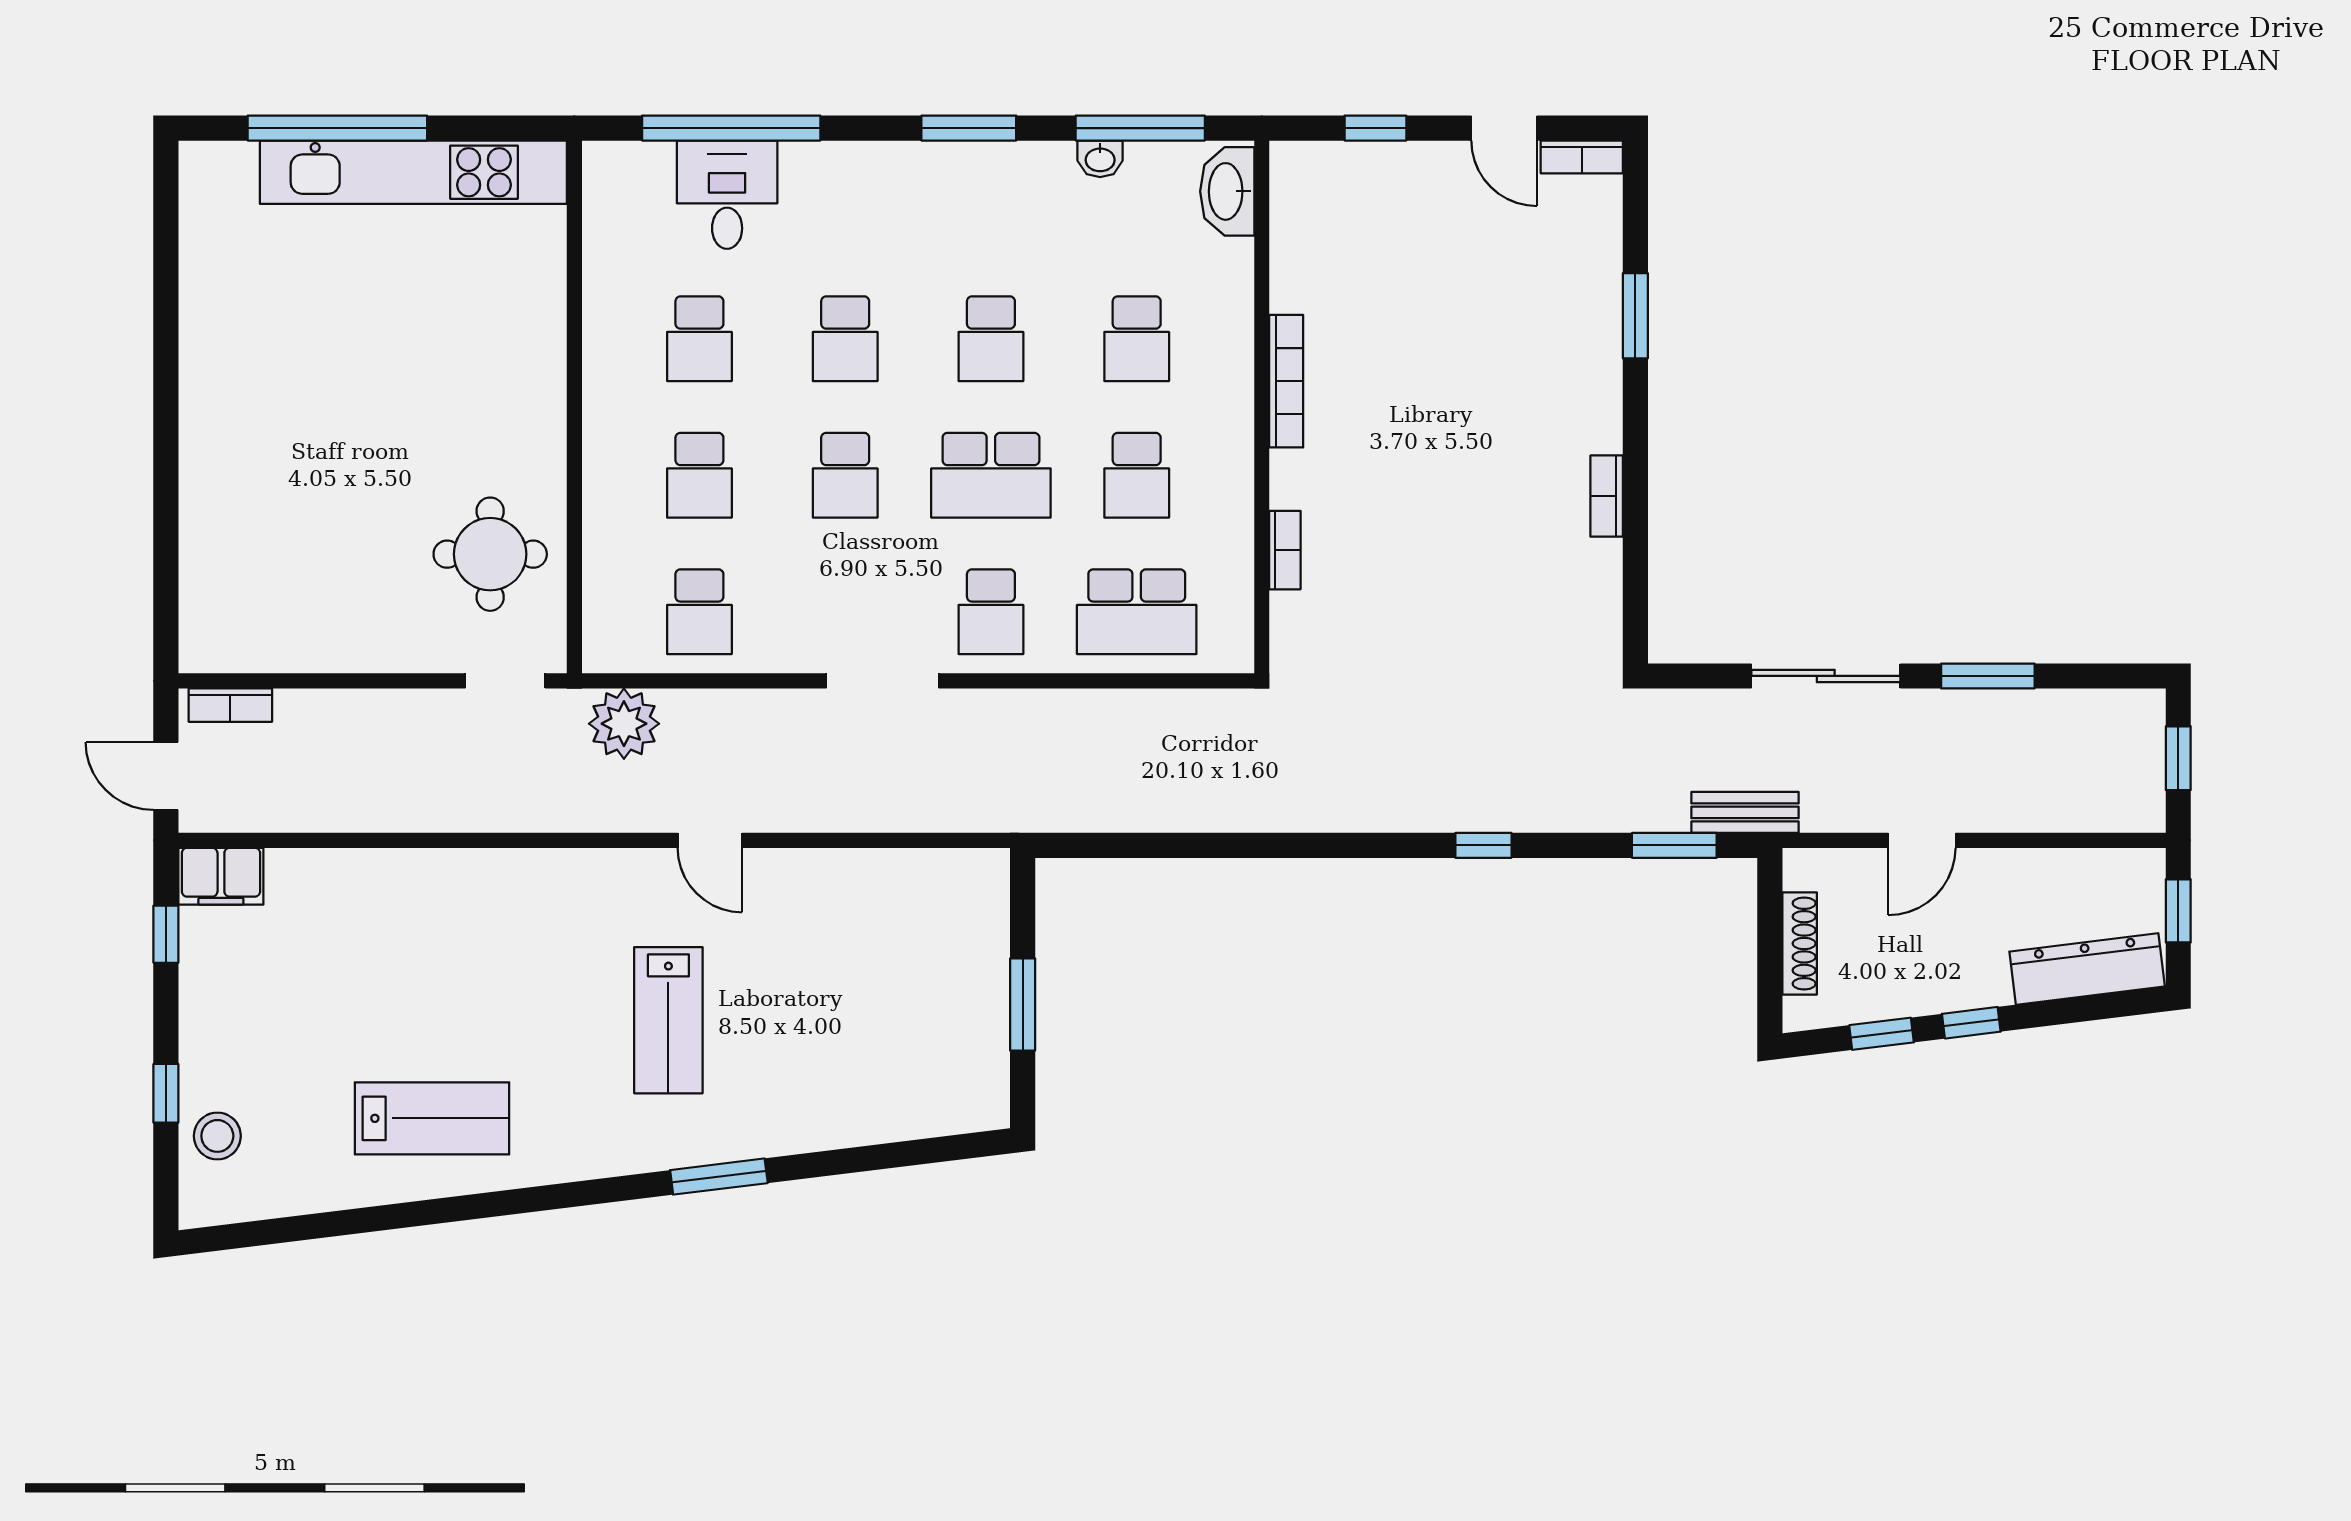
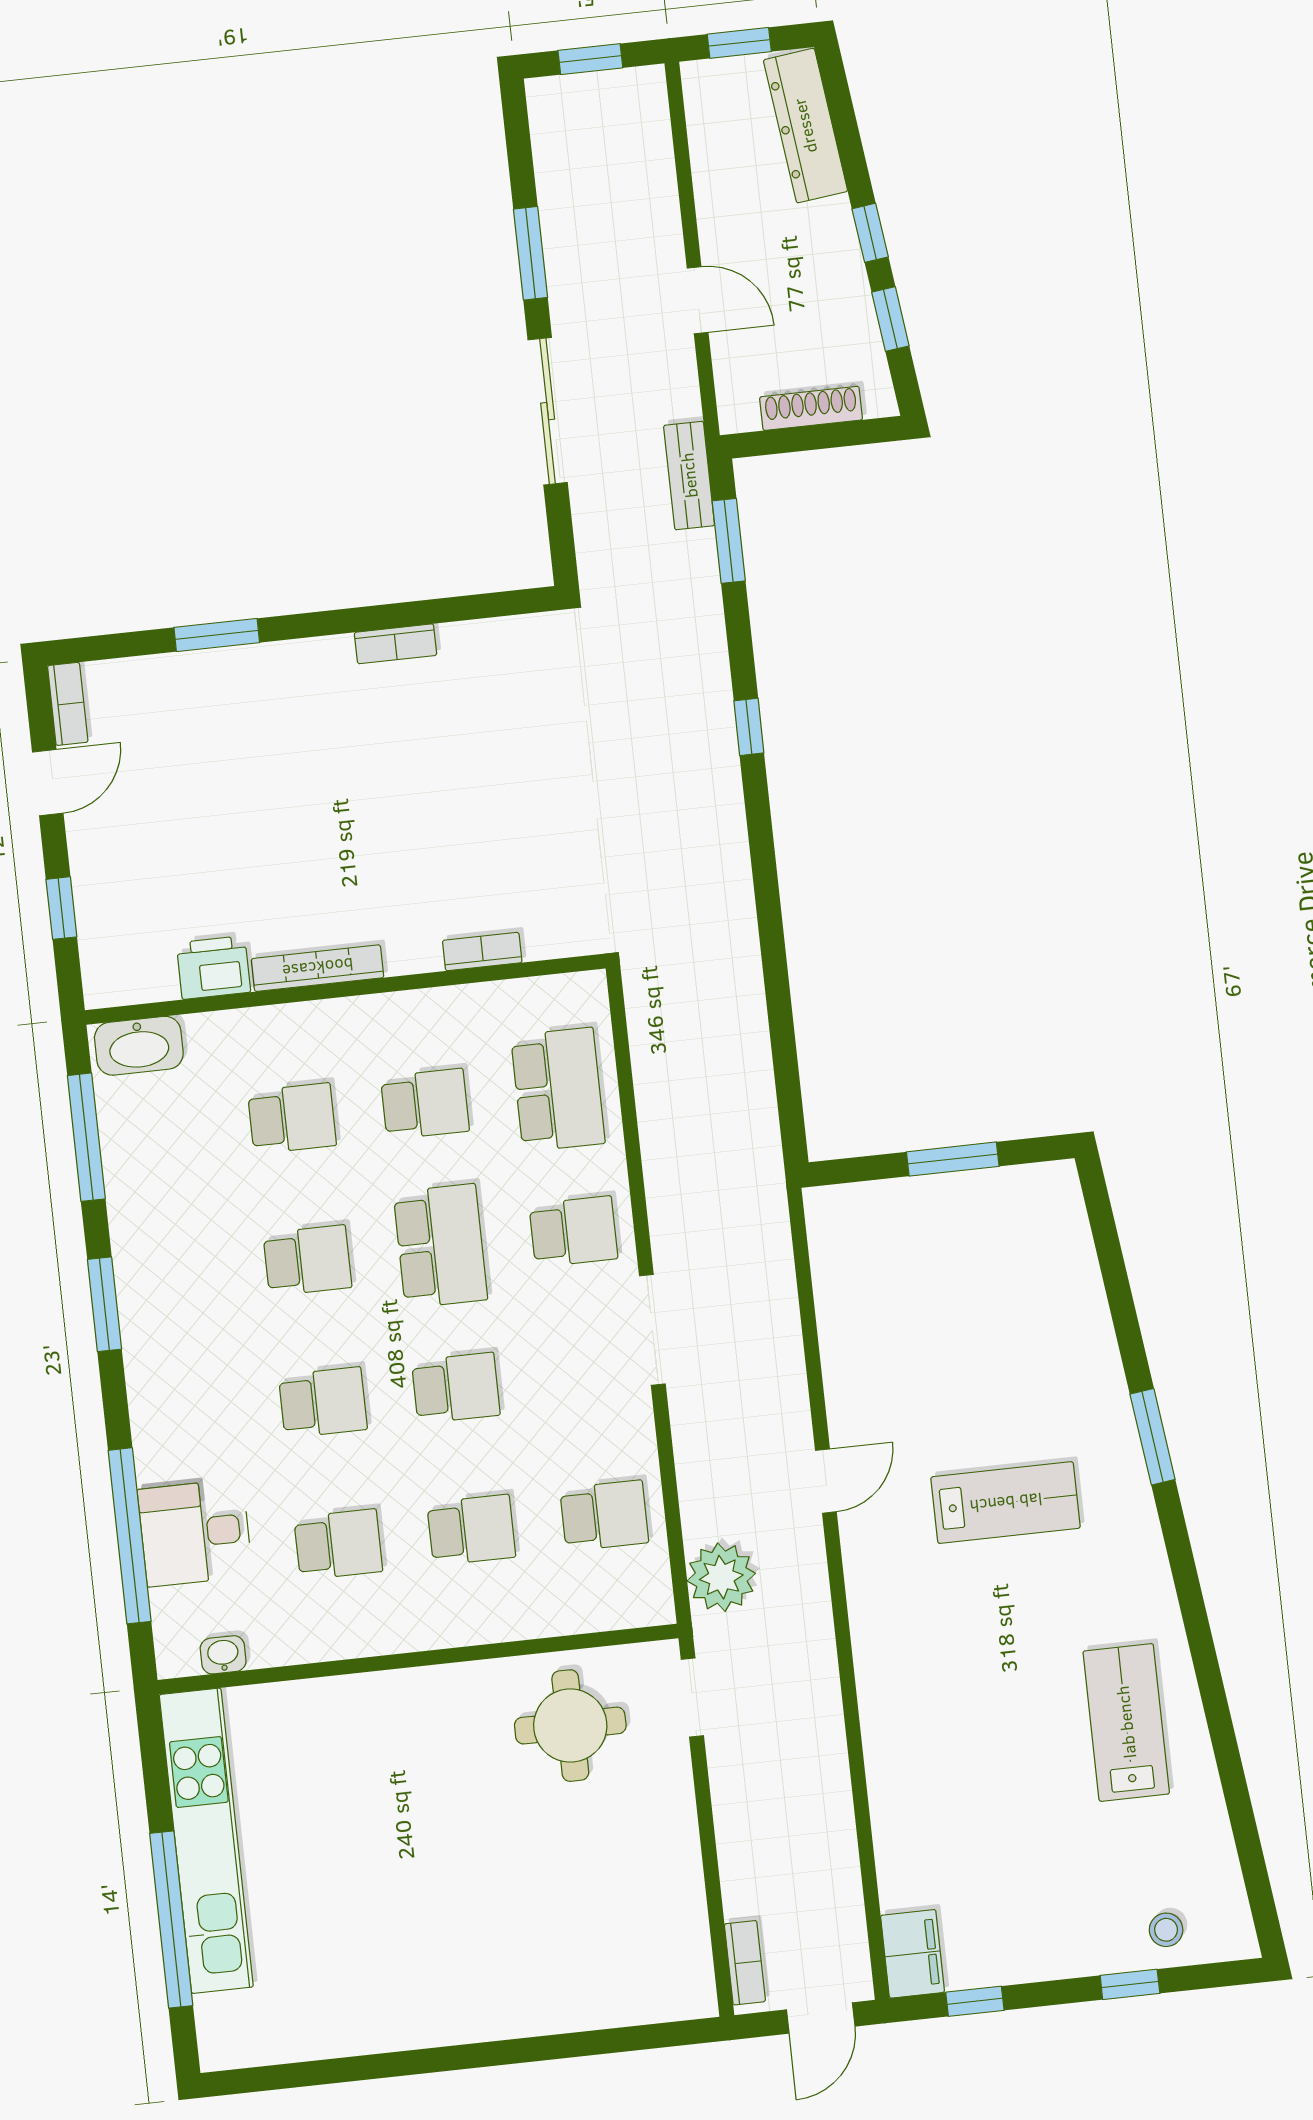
washbasin: (1100, 159) -> (223, 1655), moved, turned -90
printer: (1298, 276) -> (213, 968), added
stool: (217, 1136) -> (1166, 1930), width x0.73, depth x0.73

